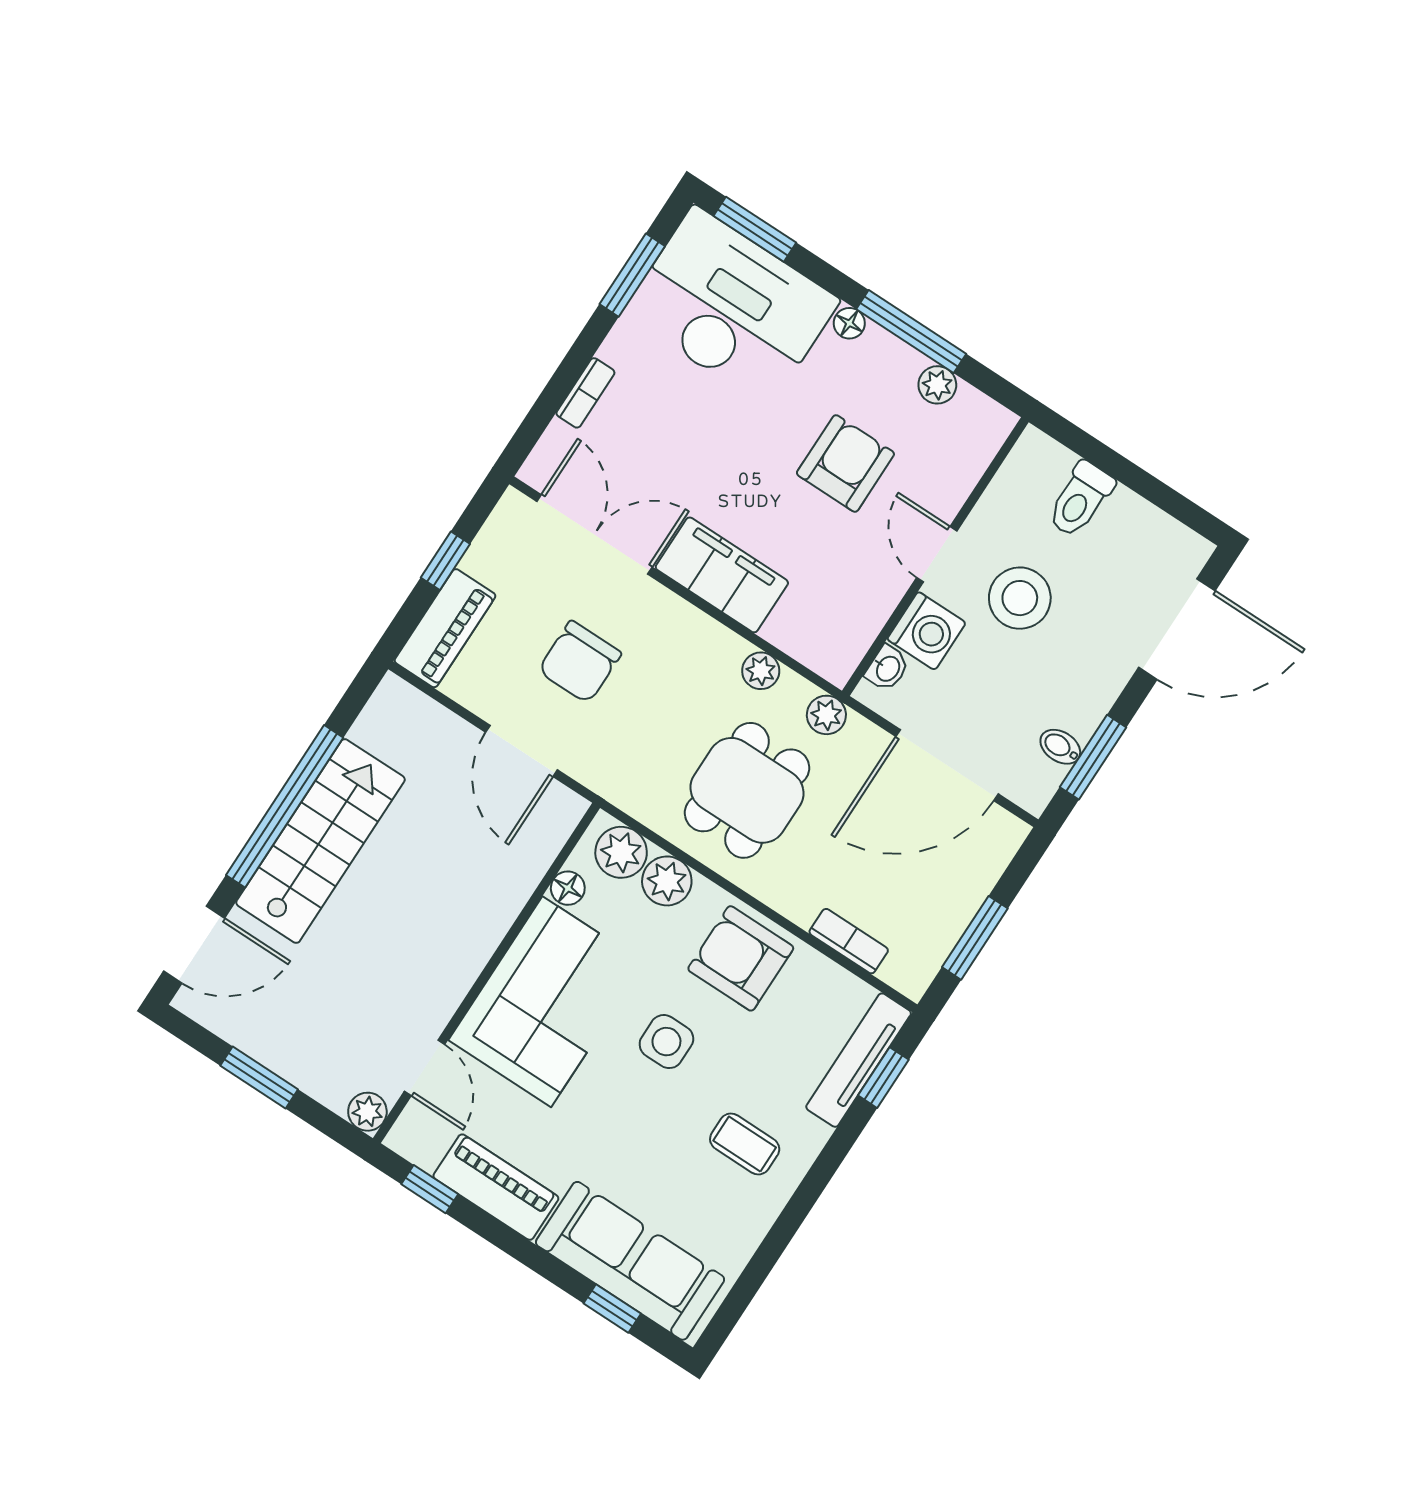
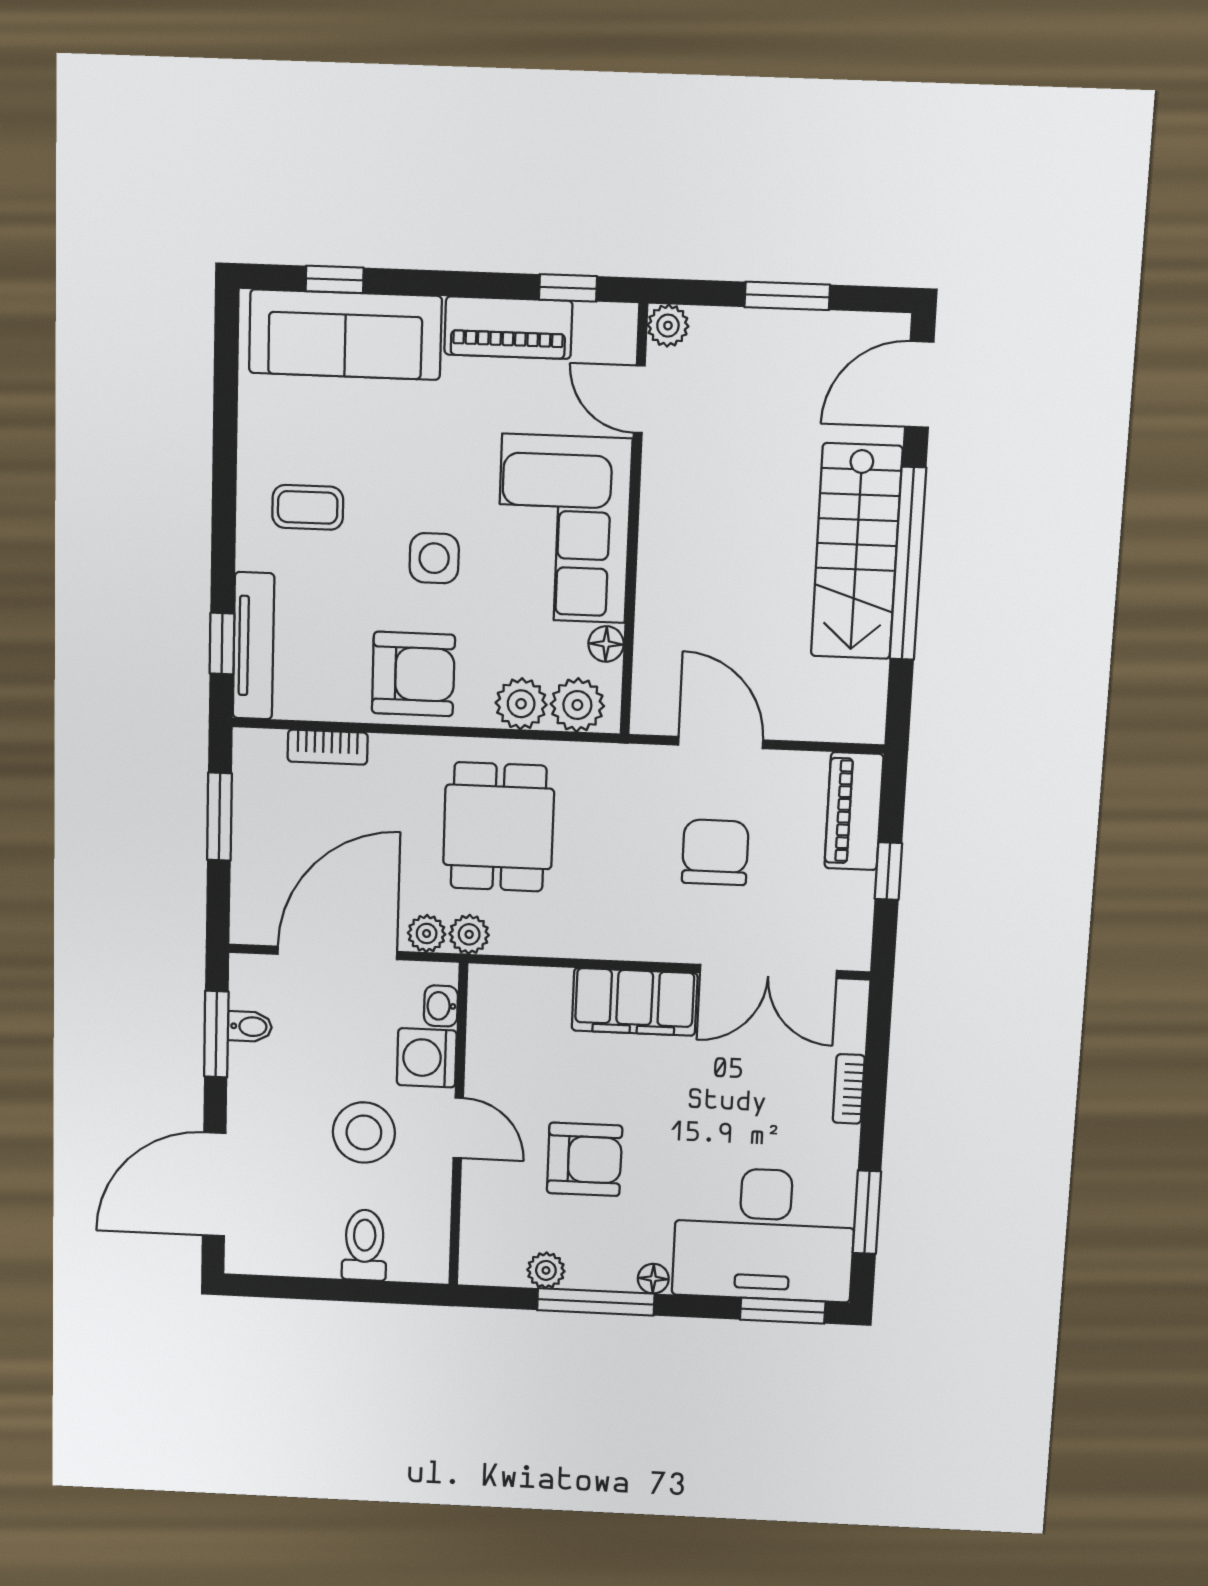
armchair: (845, 463) -> (585, 1159), turned -90
plant: (761, 671) -> (427, 934), moved

